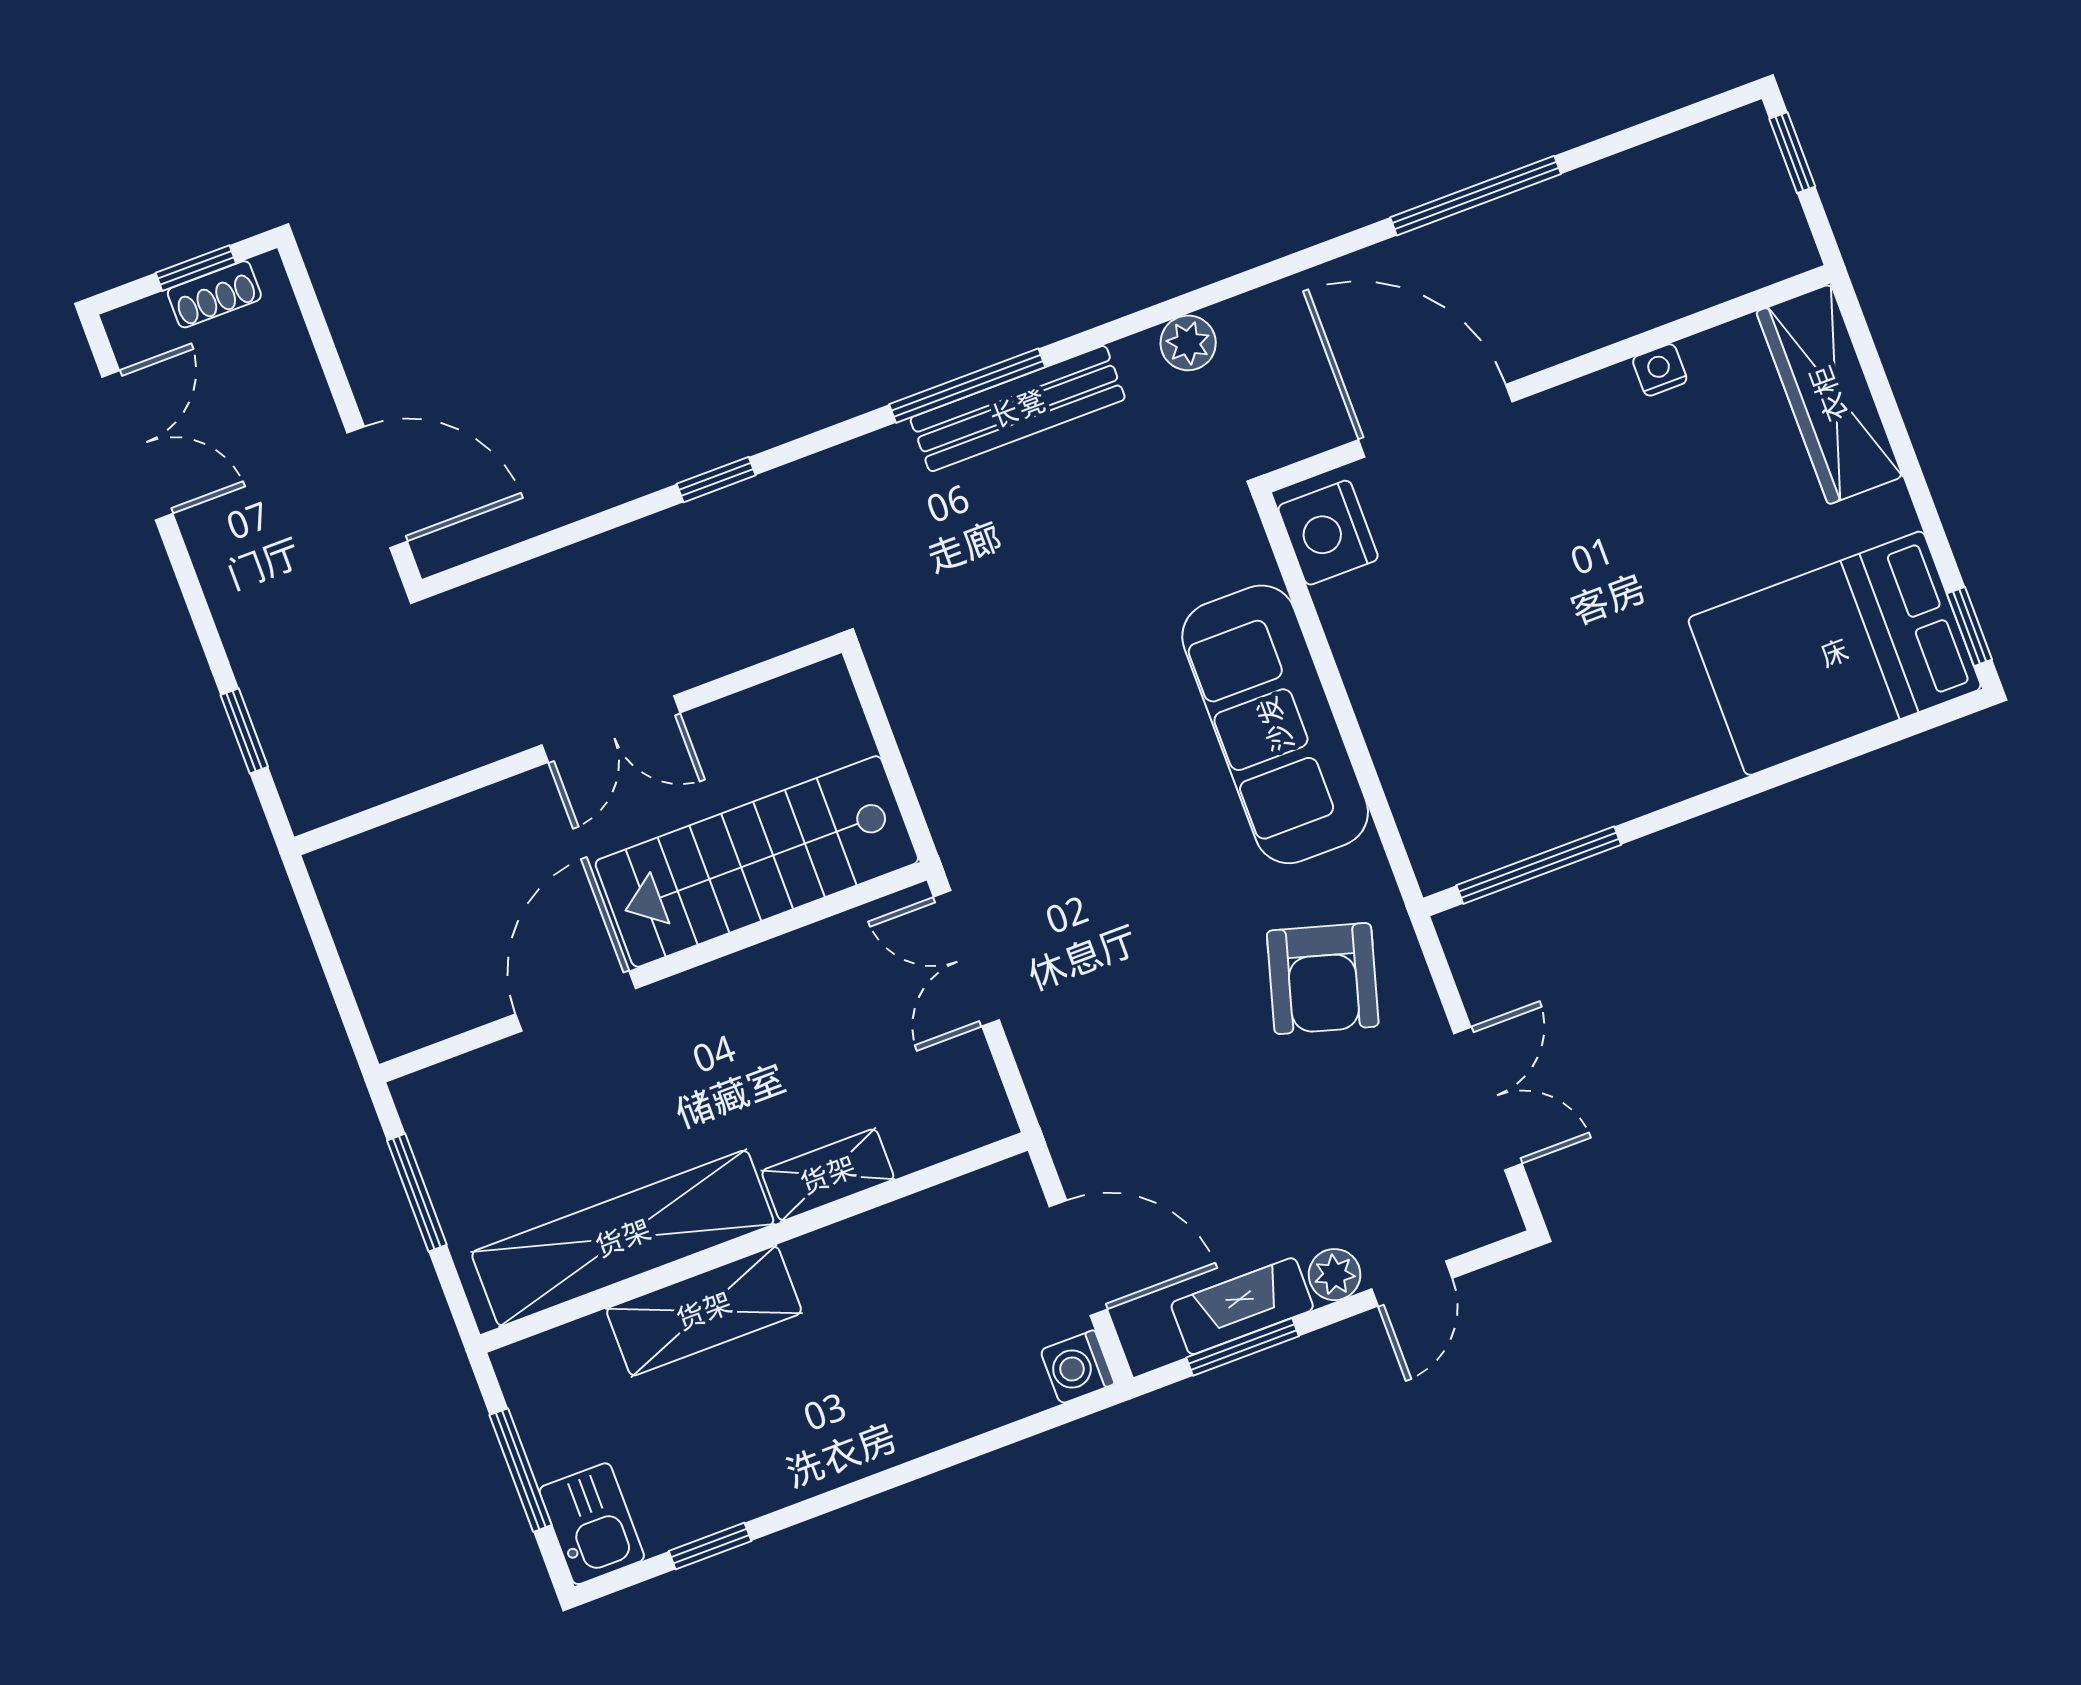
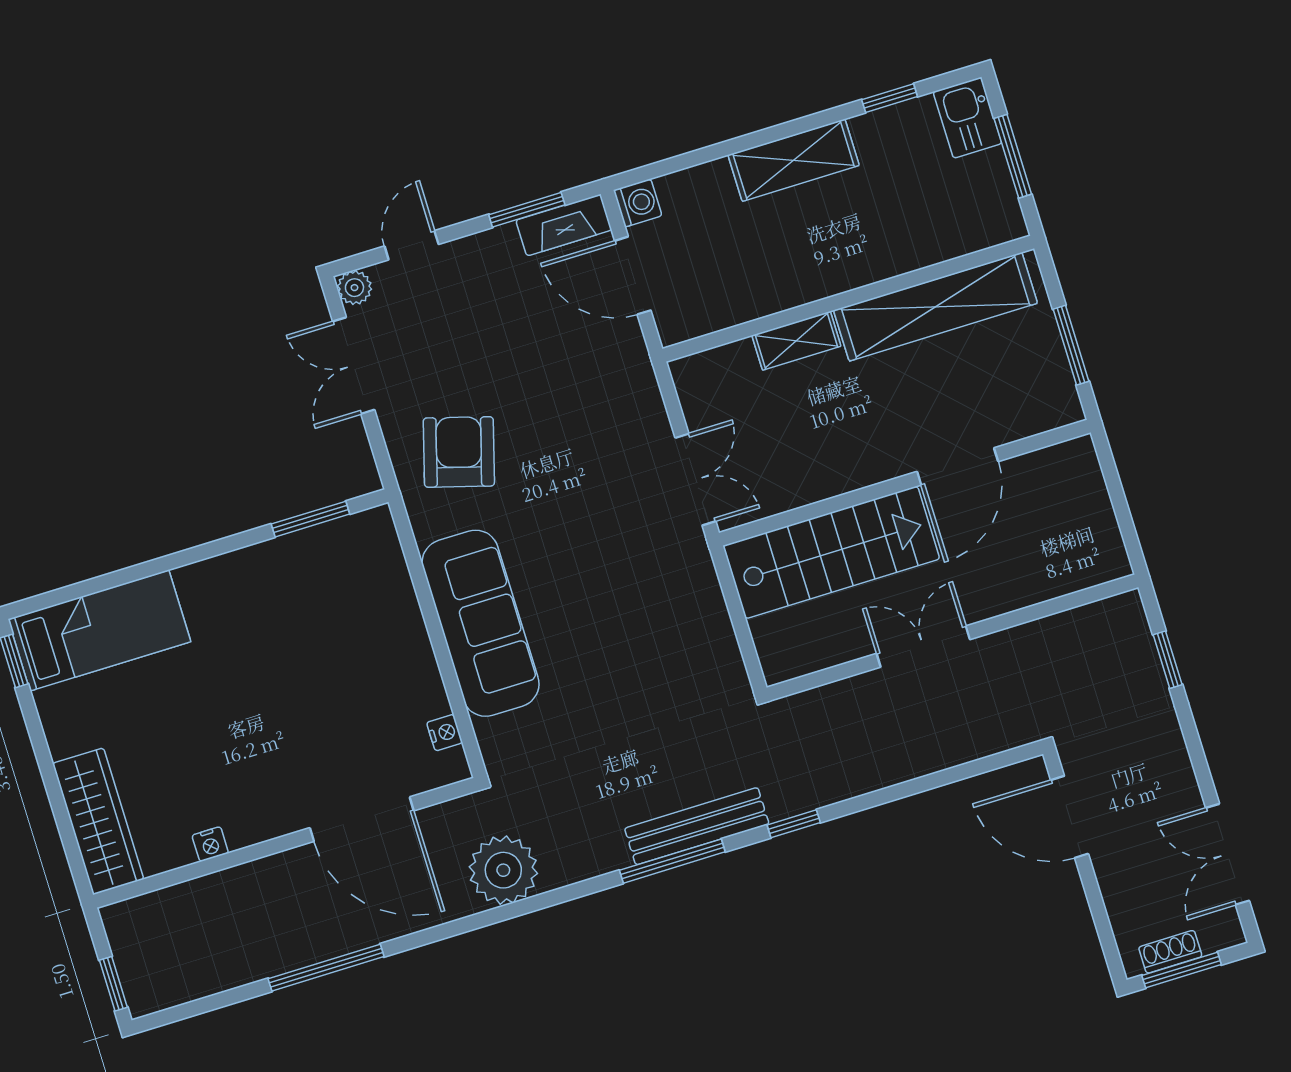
window: (196, 268) -> (1182, 970), width x1.50
plant: (1188, 343) -> (503, 870), width x1.87, depth x1.87
bench: (1018, 409) -> (697, 826), moved
window: (716, 480) -> (794, 824), moved
nightstand: (1328, 533) -> (445, 733), width x0.53, depth x0.56
bed: (1835, 653) -> (99, 630), width x0.67
window: (1539, 865) -> (310, 519), width x0.69
plant: (1335, 1275) -> (354, 288), moved
fireplace: (1242, 1306) -> (564, 225), moved
shelving: (704, 1311) -> (794, 160), moved

